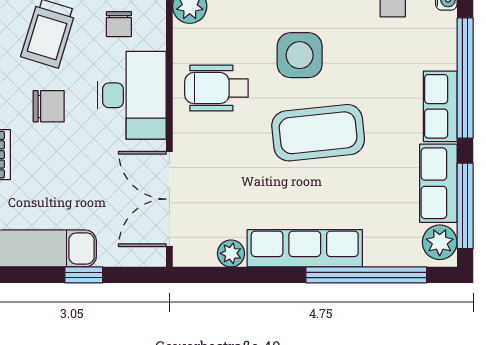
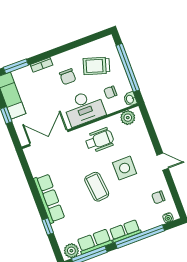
wheelchair: (216, 88) -> (99, 140), turned 90
coffee table: (318, 133) -> (97, 187), width x0.73, depth x0.76
plant: (231, 253) -> (36, 170), removed
window: (366, 275) -> (48, 227), width x0.32

